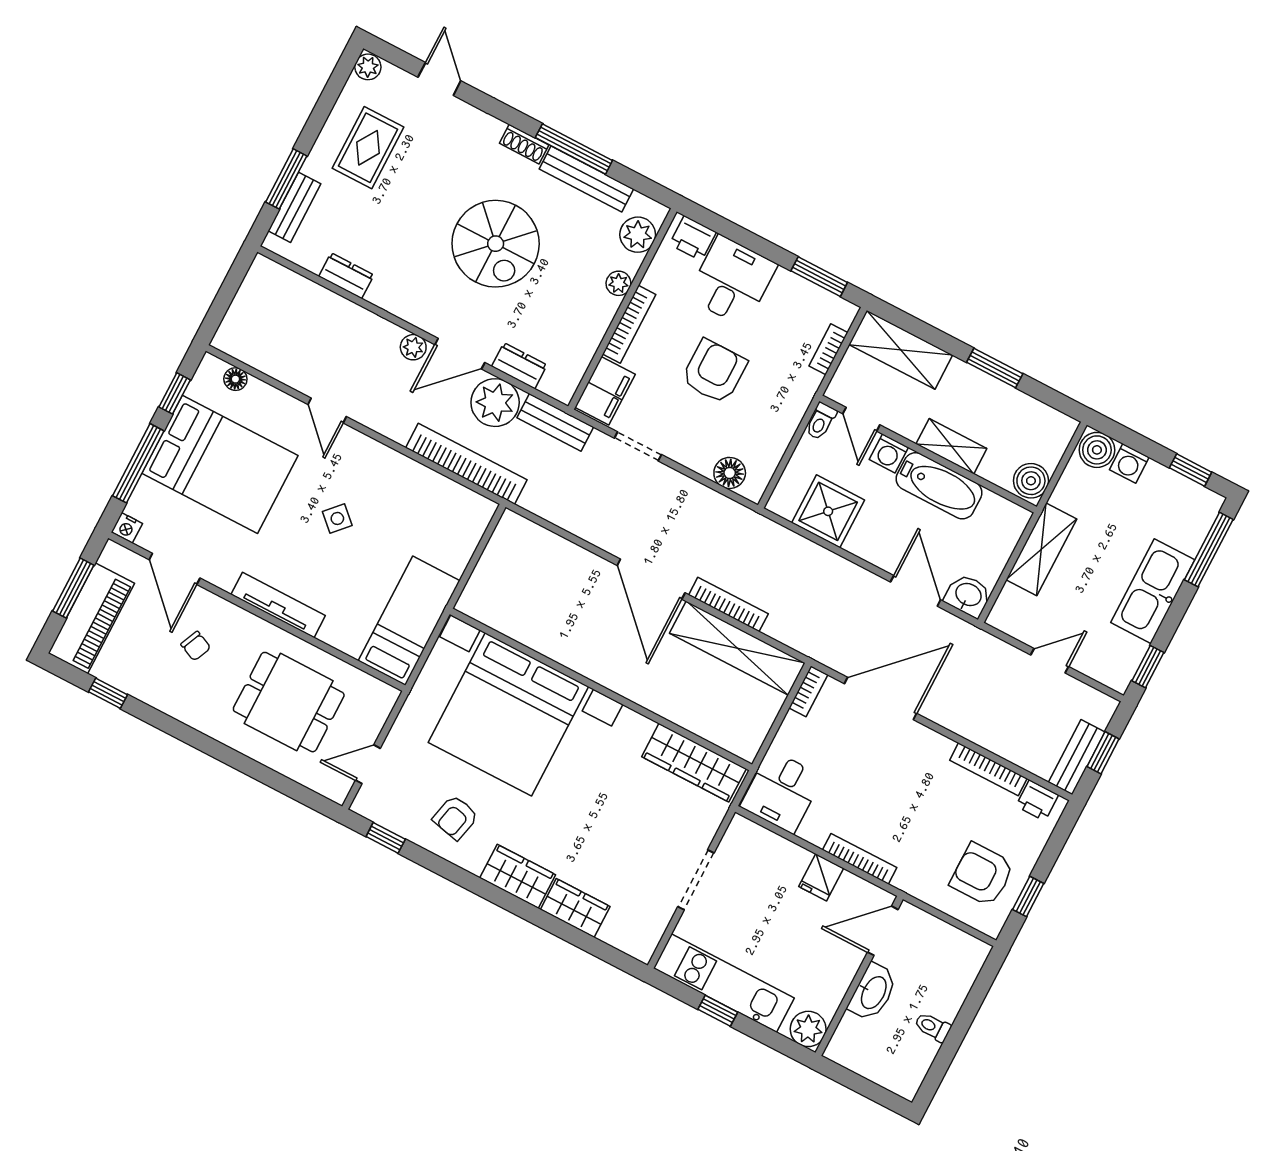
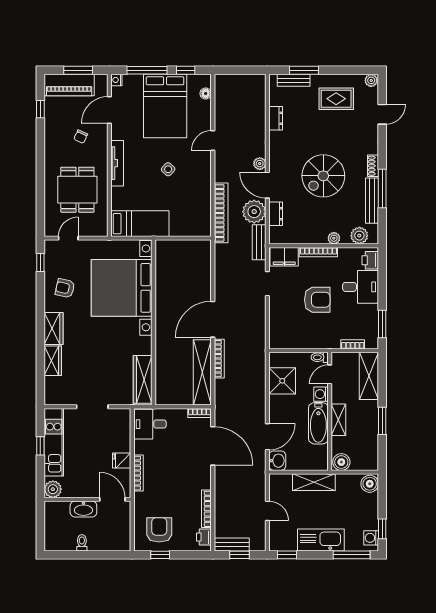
washing machine: (1129, 464) -> (371, 538), moved
floor lamp: (730, 473) -> (277, 329), removed
door: (368, 764) -> (68, 238), hinge flipped

